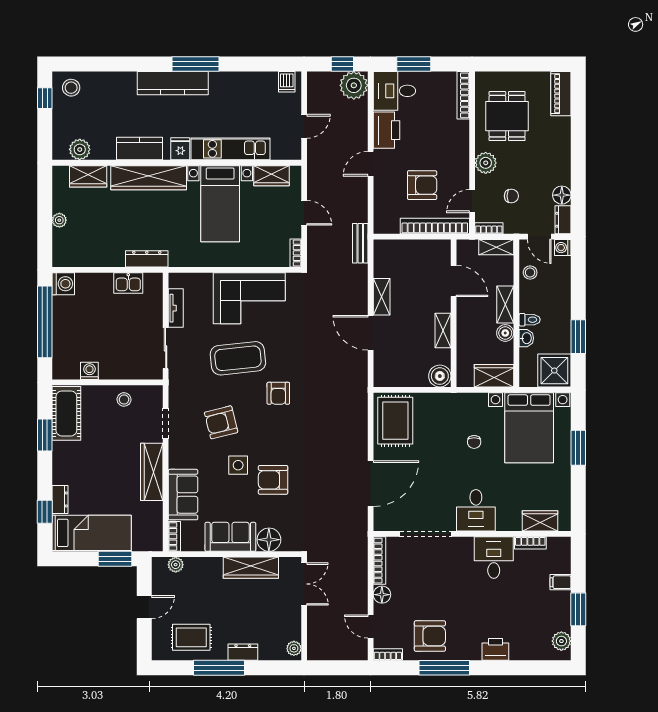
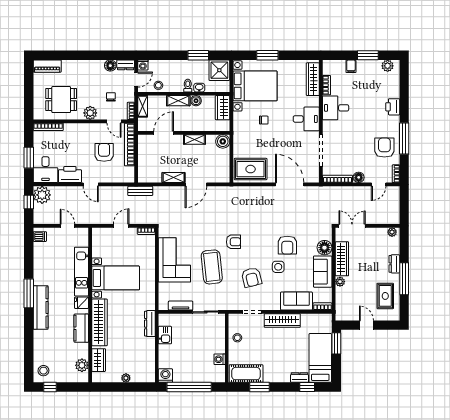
wardrobe: (271, 176) -> (98, 246), removed
wardrobe: (540, 521) -> (313, 79), width x1.50
plant: (176, 565) -> (340, 282), moved

